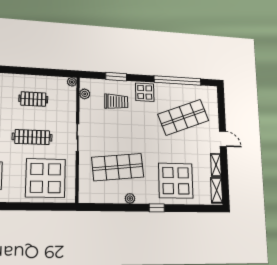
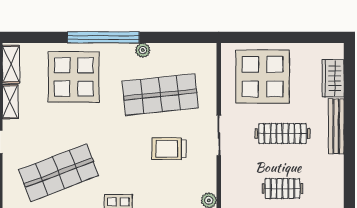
trolley: (116, 102) -> (169, 149), moved
window: (157, 208) -> (103, 37), width x3.17

